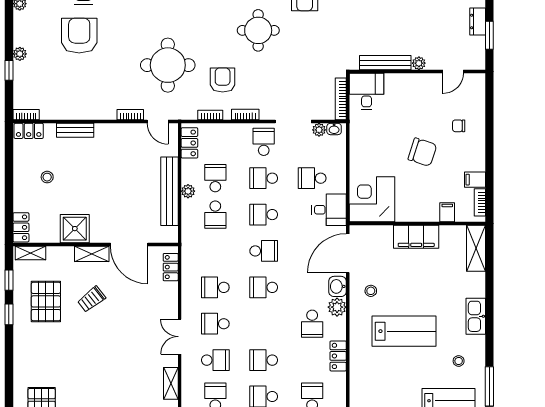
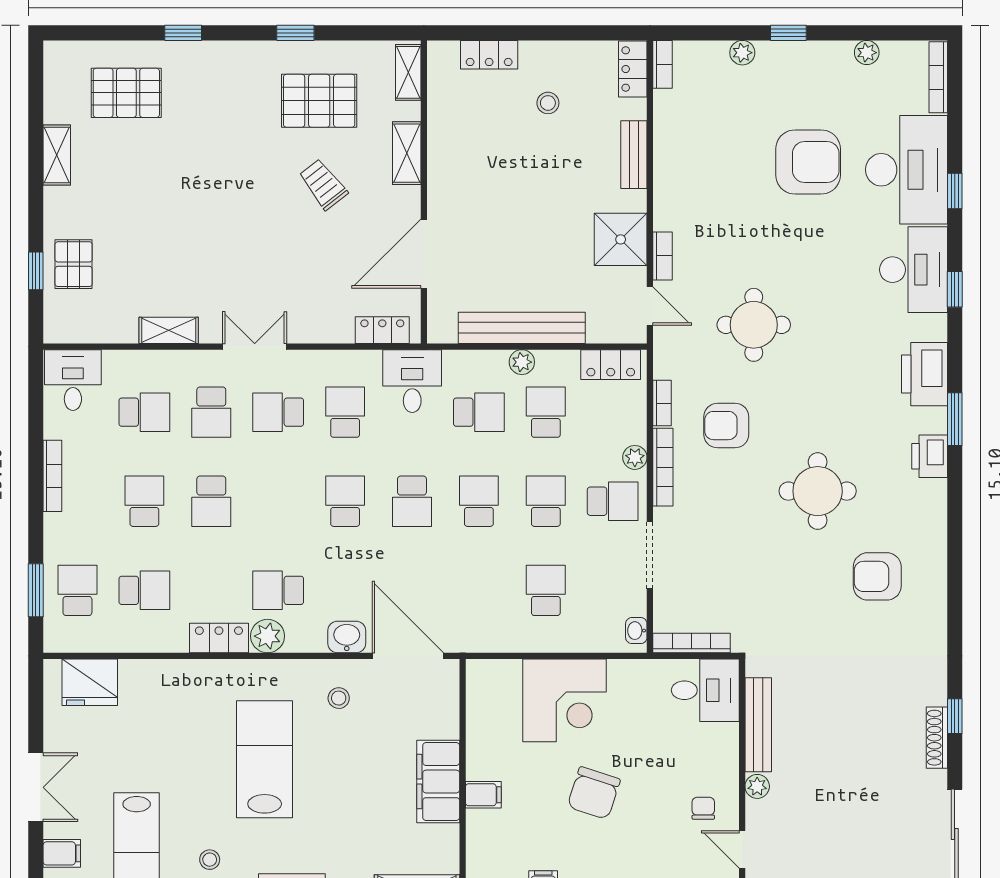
plant: (20, 54) -> (742, 53), moved
round table: (168, 65) -> (754, 325), width x0.73, depth x0.73
window: (9, 70) -> (788, 33), moved
armchair: (223, 80) -> (726, 426), turned 180
bookcase: (245, 115) -> (663, 467), width x1.56
door: (158, 122) -> (650, 306), swing flipped
chair: (459, 126) -> (703, 808), moved
plant: (319, 130) -> (635, 457), moved
school desk: (215, 178) -> (546, 412), turned -90
corner desk: (372, 199) -> (565, 700), moved, turned 90
desk: (329, 210) -> (412, 381), moved, turned 180
filing cabinet: (447, 212) -> (483, 795), moved
school desk: (215, 215) -> (479, 412), turned 180
locker: (21, 227) -> (489, 55), moved
shower: (75, 229) -> (621, 239), moved
shelving: (92, 254) -> (407, 153), moved
window: (9, 280) -> (183, 33), moved
plant: (337, 307) -> (268, 636), moved
school desk: (215, 324) -> (278, 412), turned -90
lab bench: (404, 331) -> (265, 759), turned 180
school desk: (264, 360) -> (211, 501), turned 180

